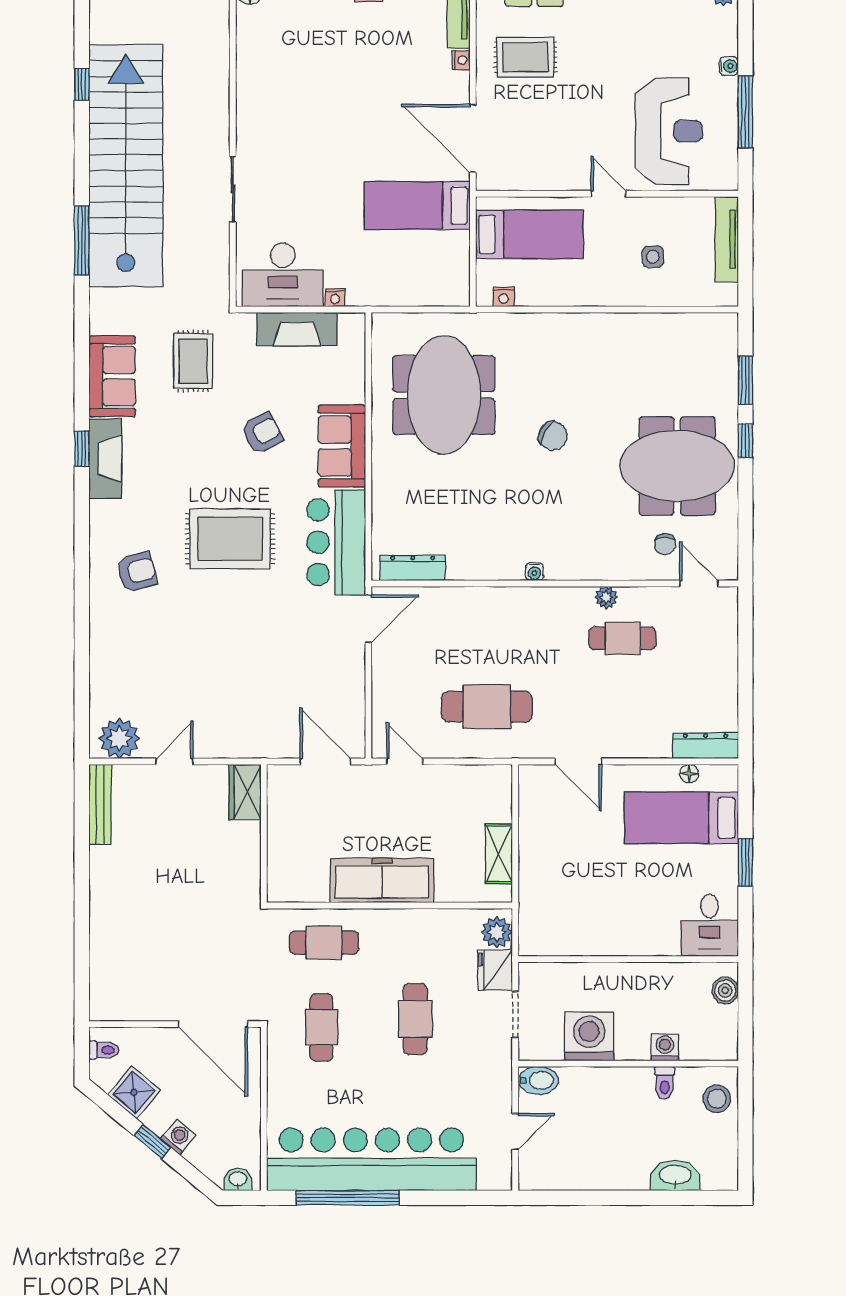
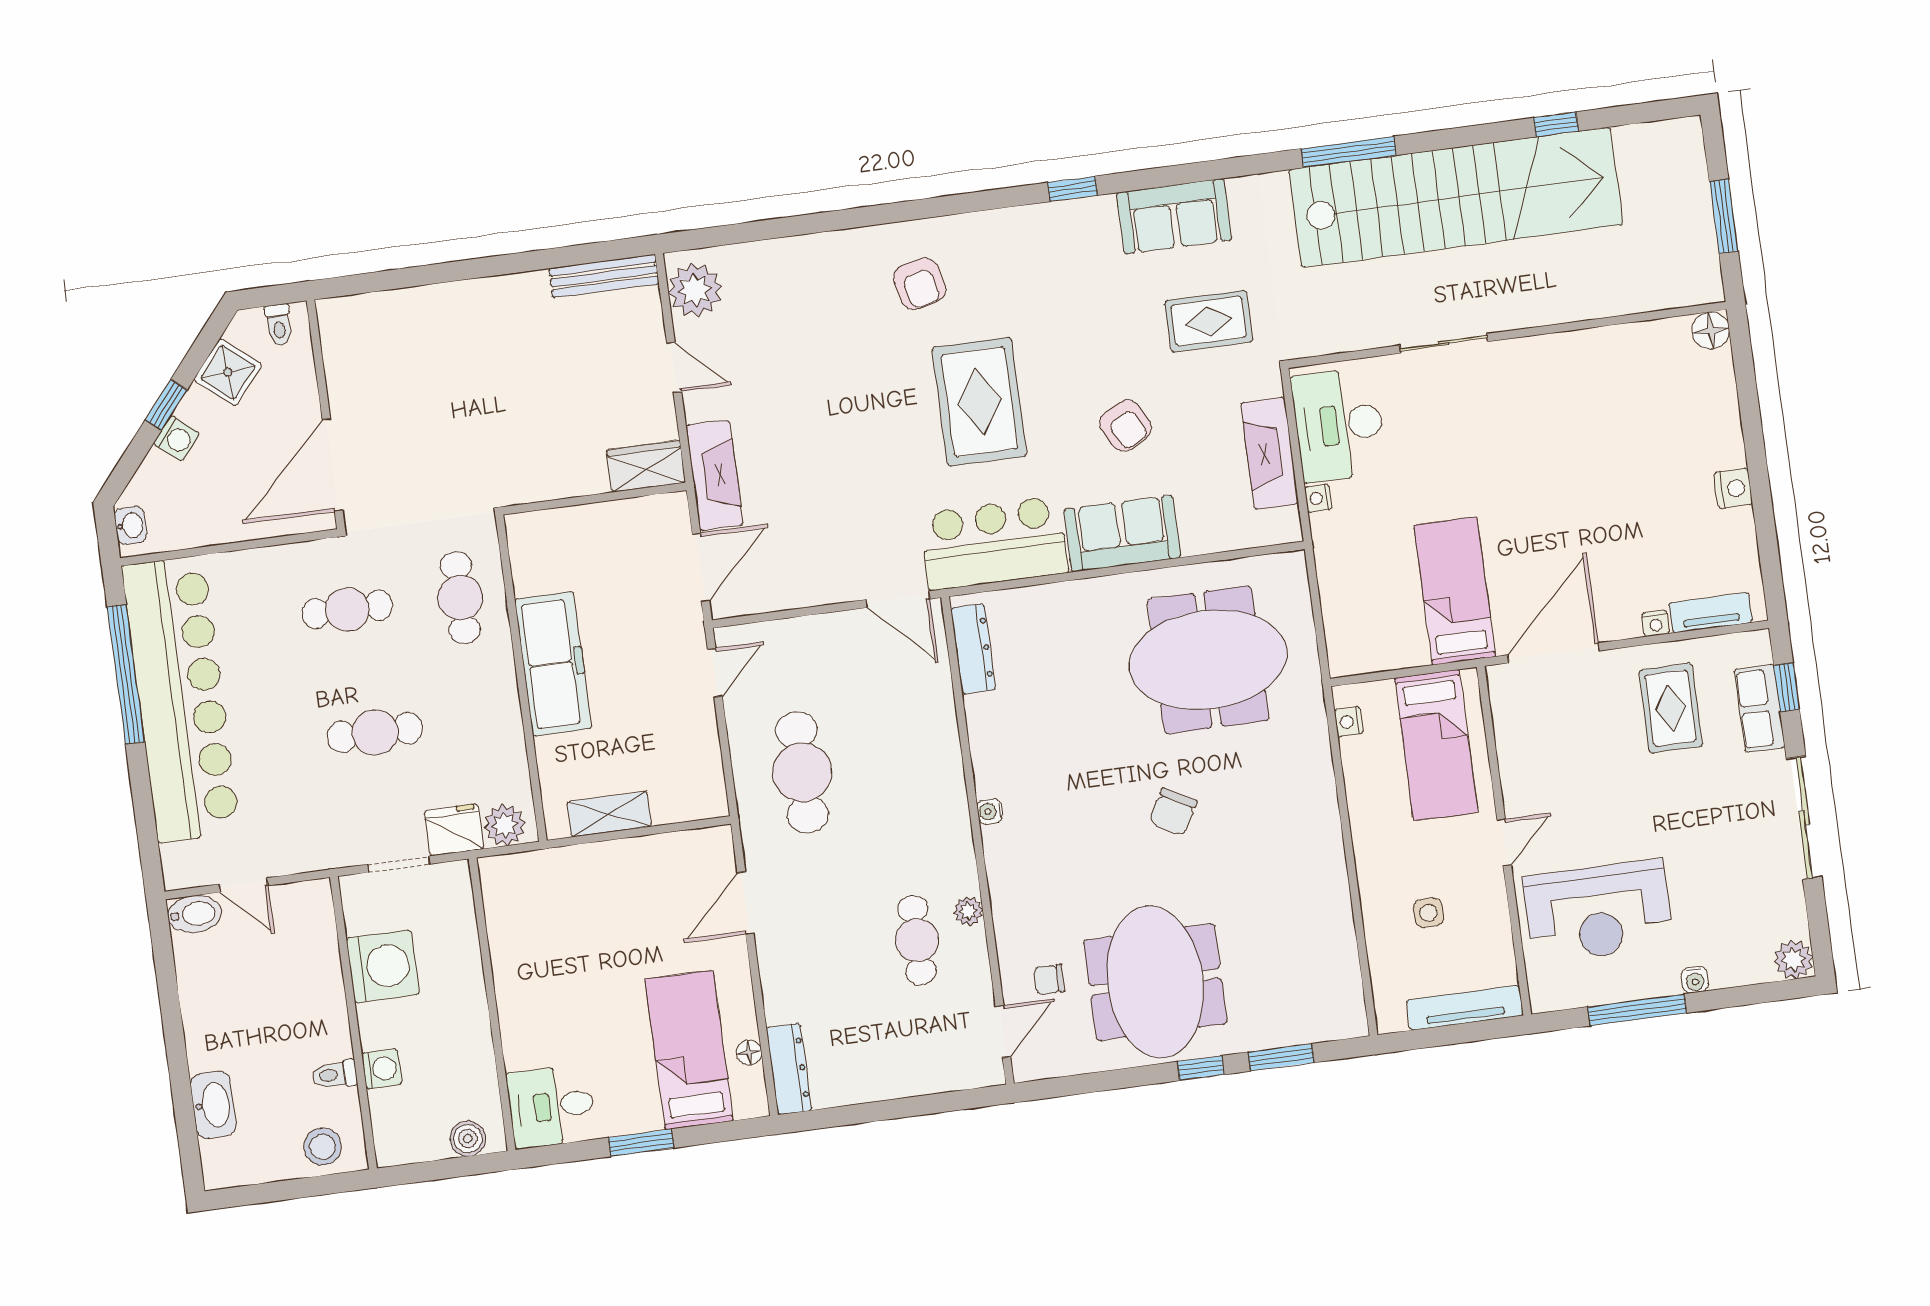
fireplace: (105, 459) -> (714, 475), moved, turned -90
bidet: (538, 1080) -> (195, 914), moved, turned -90

